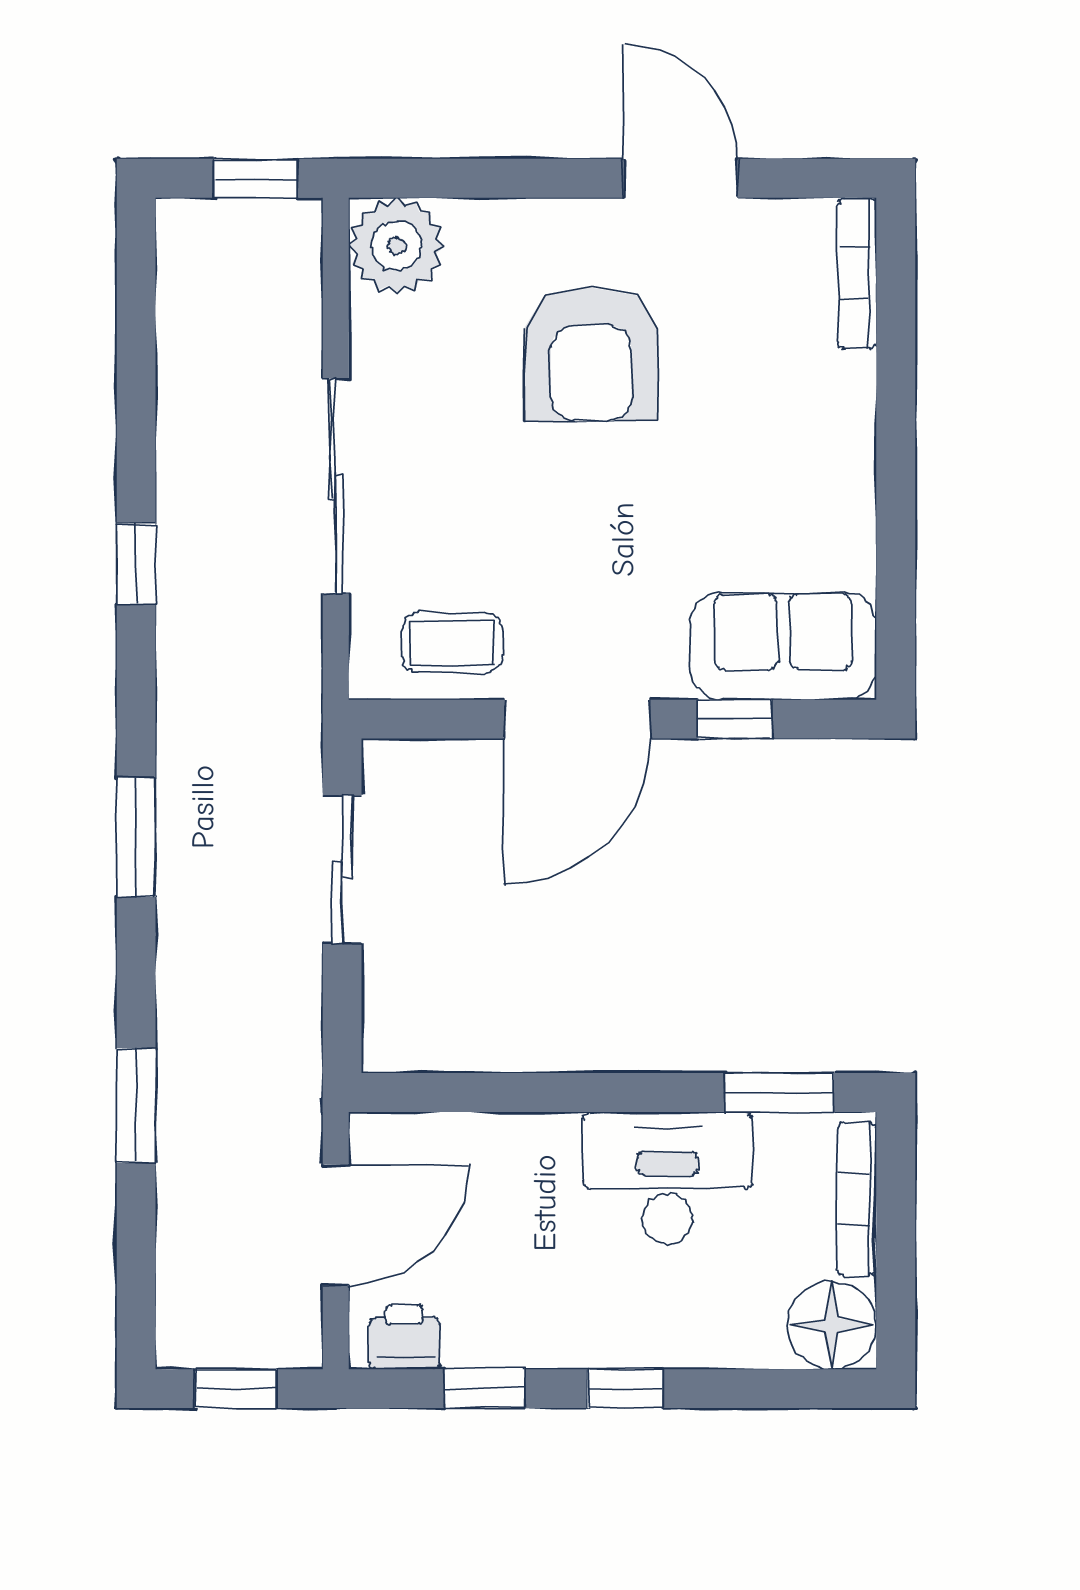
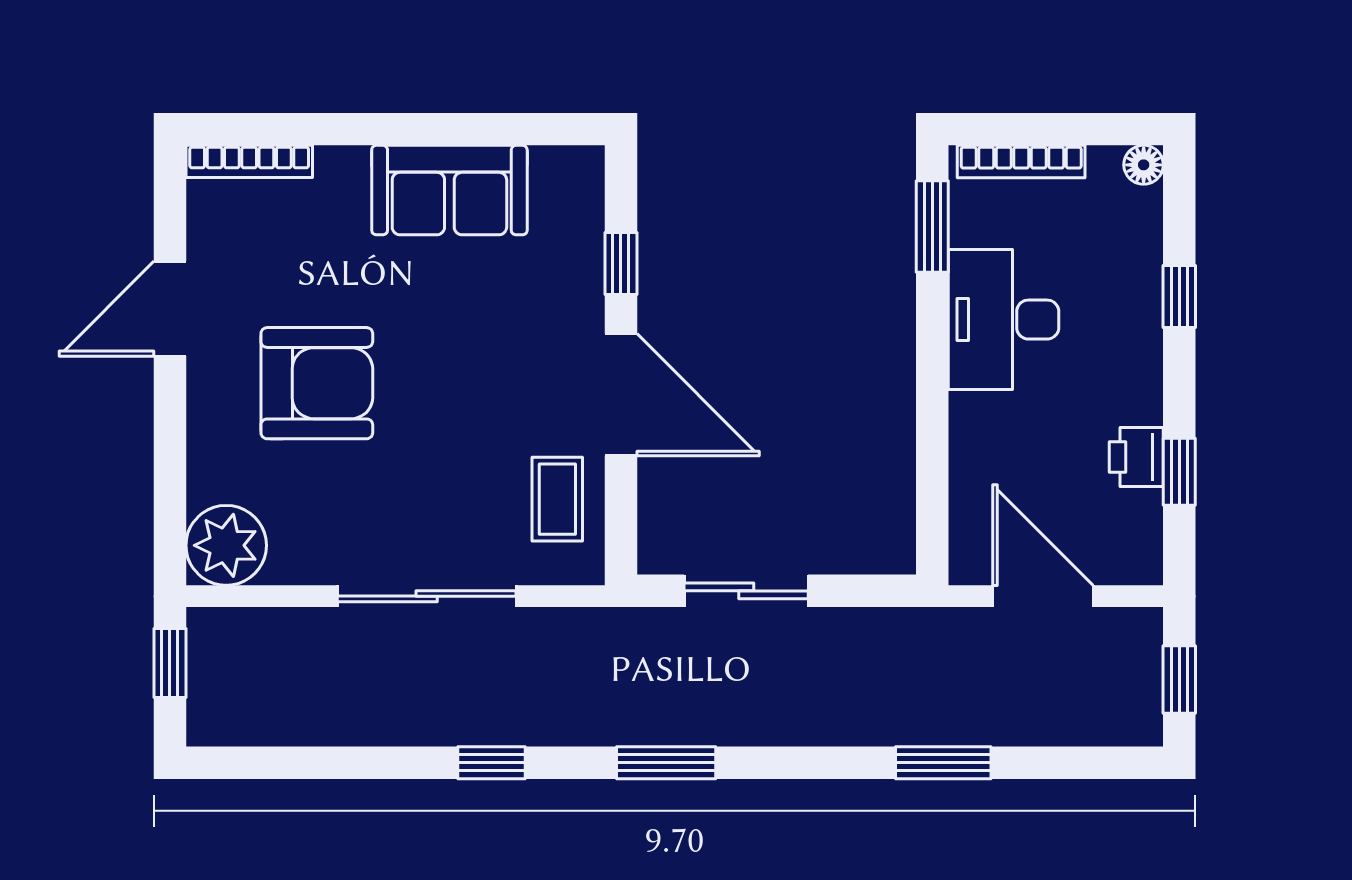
sofa: (783, 646) -> (449, 190), moved, turned -90
window: (136, 837) -> (666, 763), moved
floor lamp: (832, 1325) -> (1144, 165), width x0.53, depth x0.53
printer: (404, 1337) -> (1136, 457), moved
window: (625, 1389) -> (1179, 297), moved

